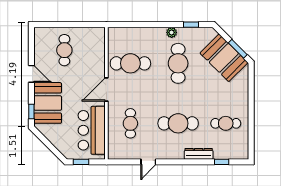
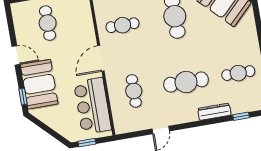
cafe table: (130, 63) -> (123, 25), width x0.73, depth x0.74

